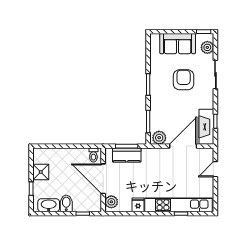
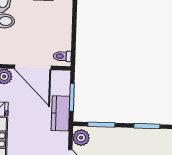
kitchen counter: (127, 155) -> (60, 113), moved
door: (103, 179) -> (33, 67), swing flipped

